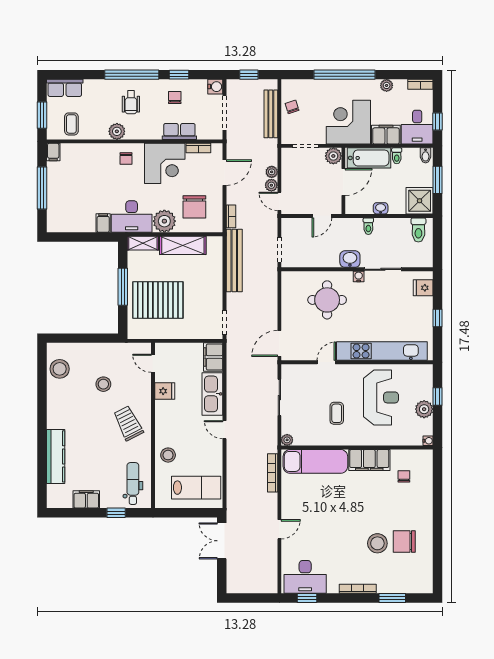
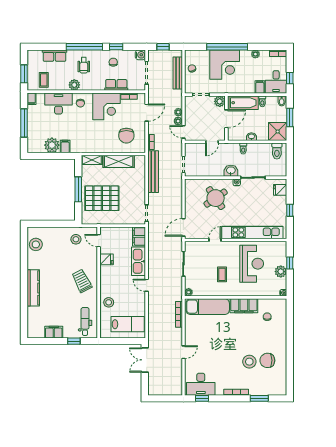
row of seats: (65, 88) -> (54, 56), moved
corner desk: (348, 122) -> (225, 65), moved, turned 180
filing cabinet: (386, 135) -> (260, 87), width x0.50
desk: (132, 217) -> (58, 103), moved, turned 180
plant: (164, 221) -> (52, 145), moved
round table: (327, 300) -> (216, 198), turned -35
stool: (103, 384) -> (76, 239), moved
kitchen counter: (56, 456) -> (33, 288), moved

